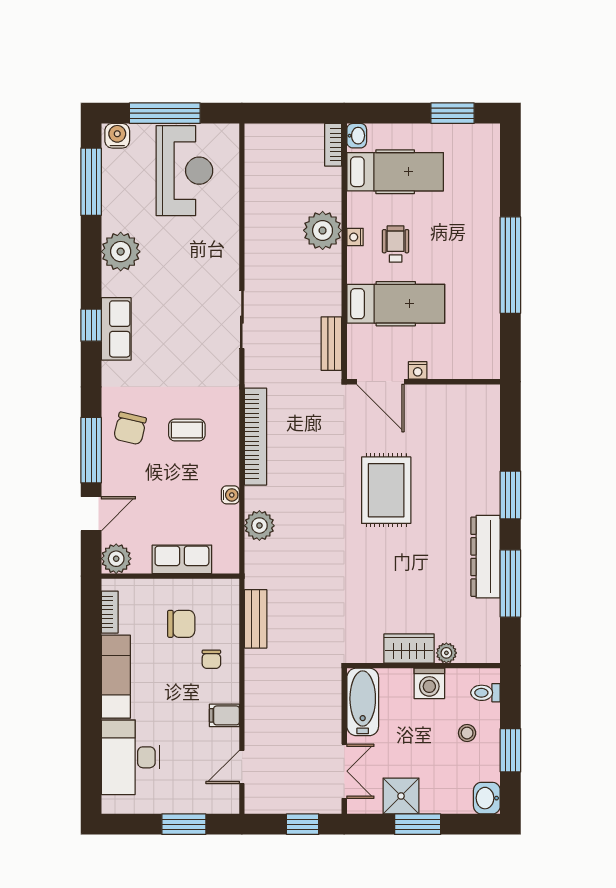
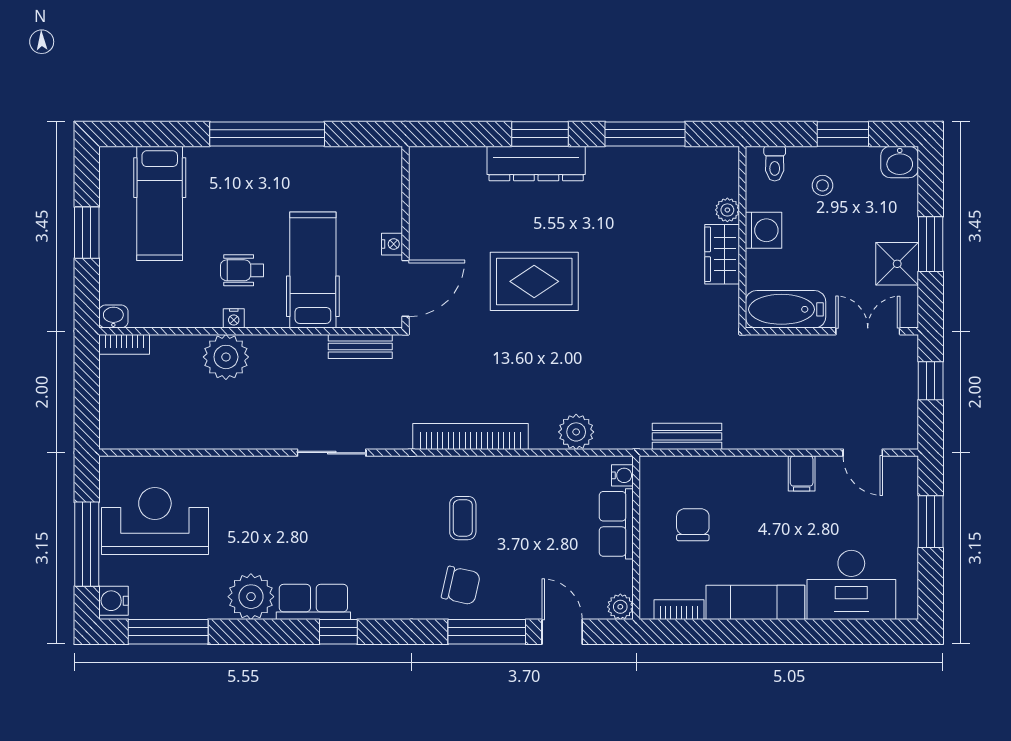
window: (453, 113) -> (87, 233), moved
hospital bed: (395, 172) -> (160, 203), moved, turned 180
row of seats: (116, 329) -> (313, 602), moved
water cooler: (230, 495) -> (622, 475), moved, turned 90
dresser: (486, 557) -> (536, 164), moved
plant: (116, 559) -> (620, 607), width x0.73, depth x0.73
chair: (211, 659) -> (735, 489), removed

